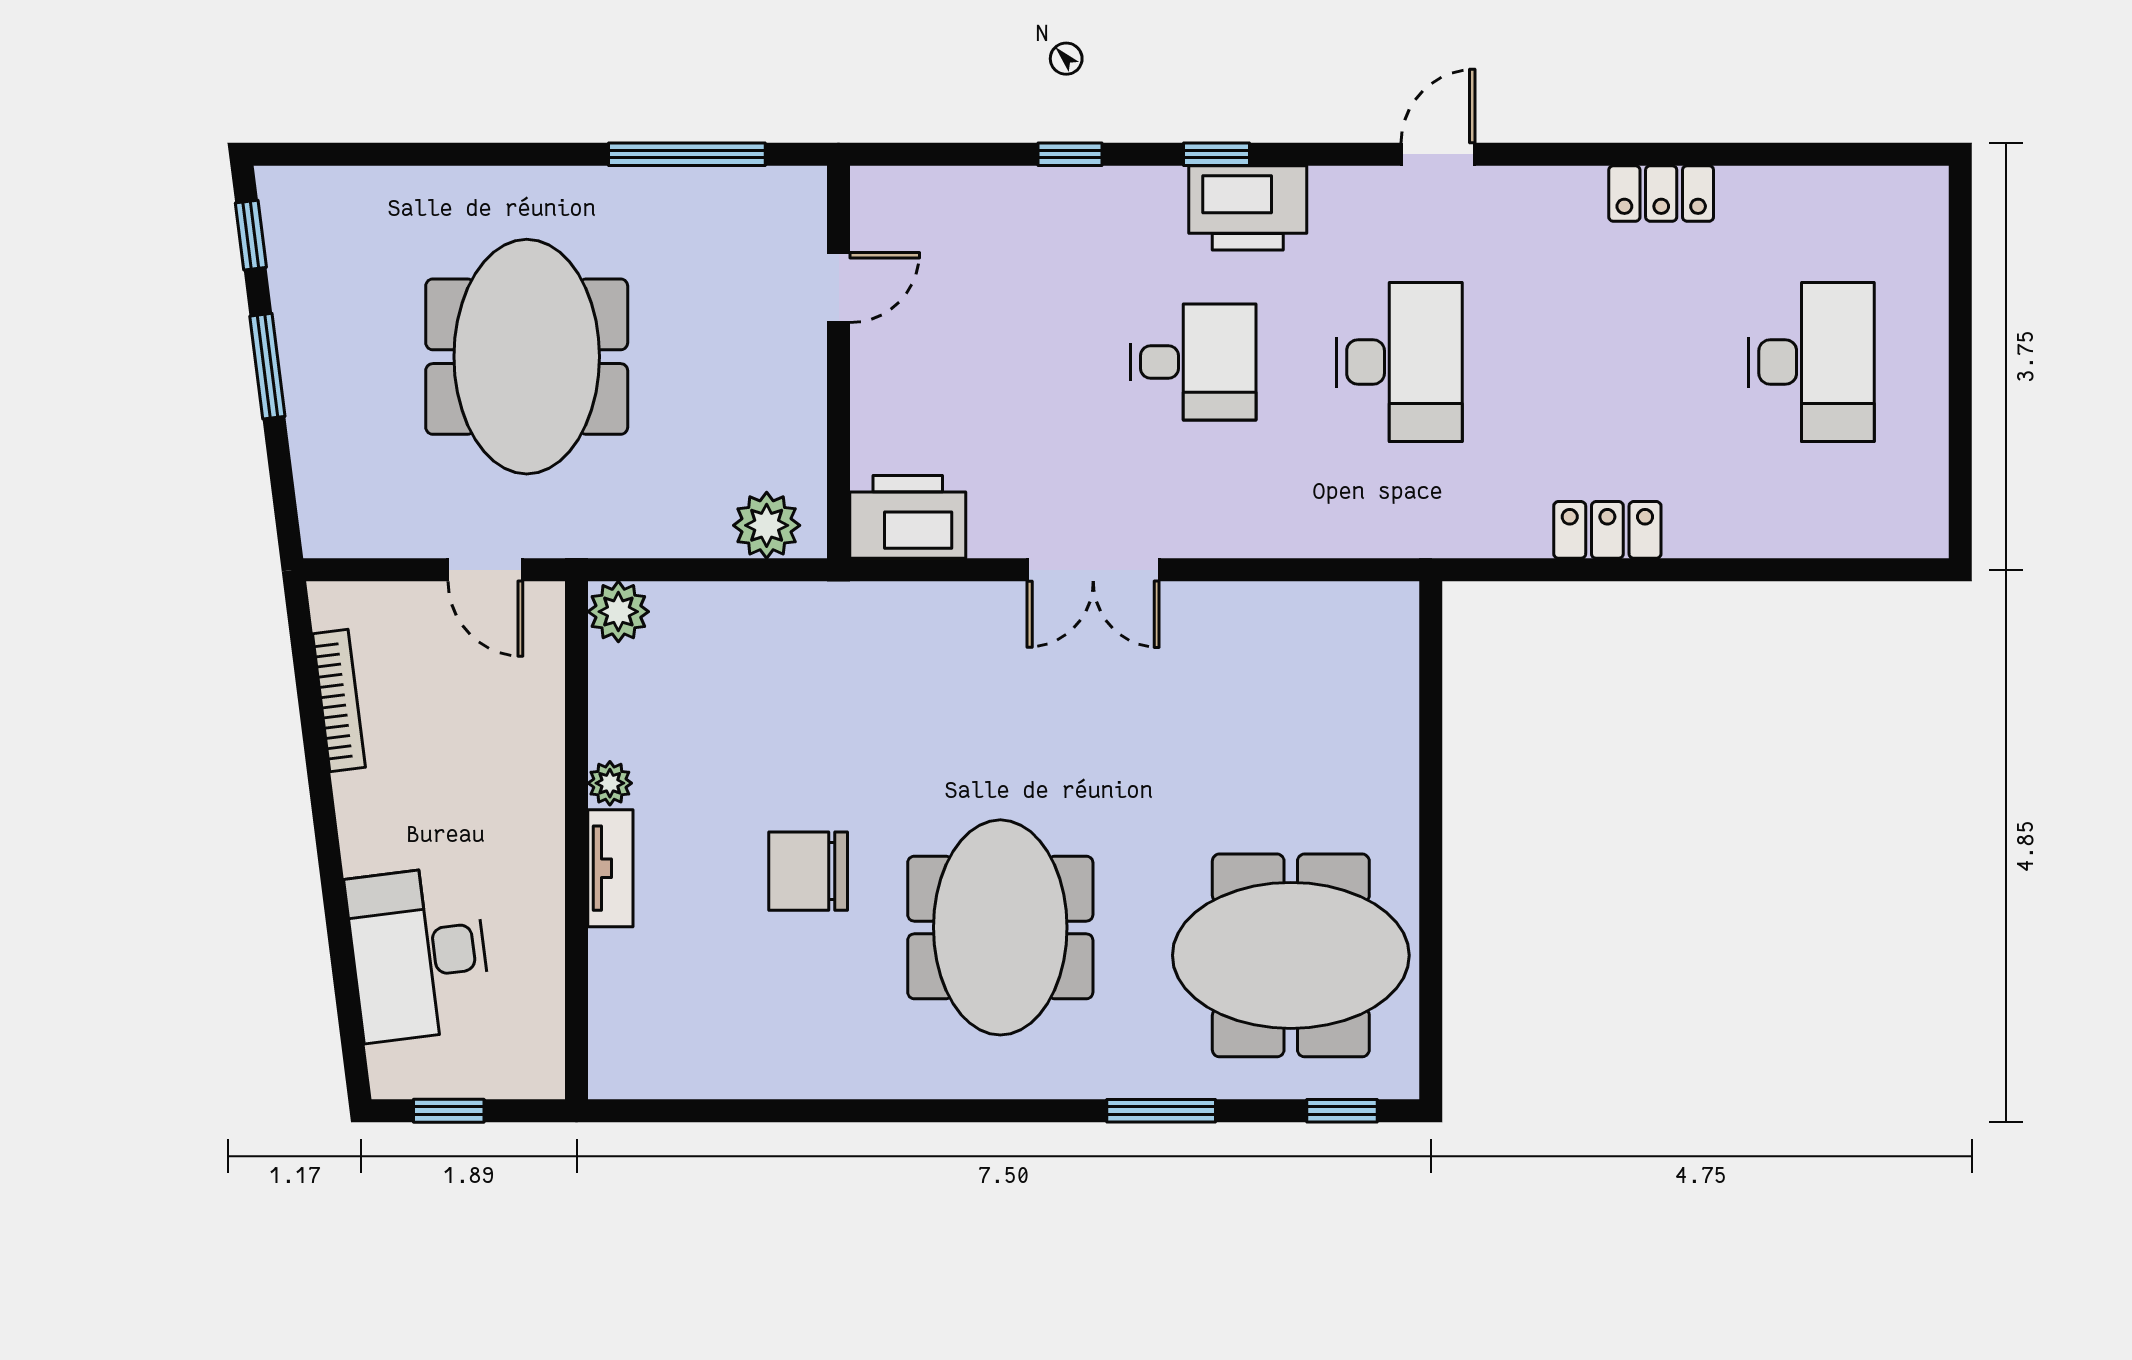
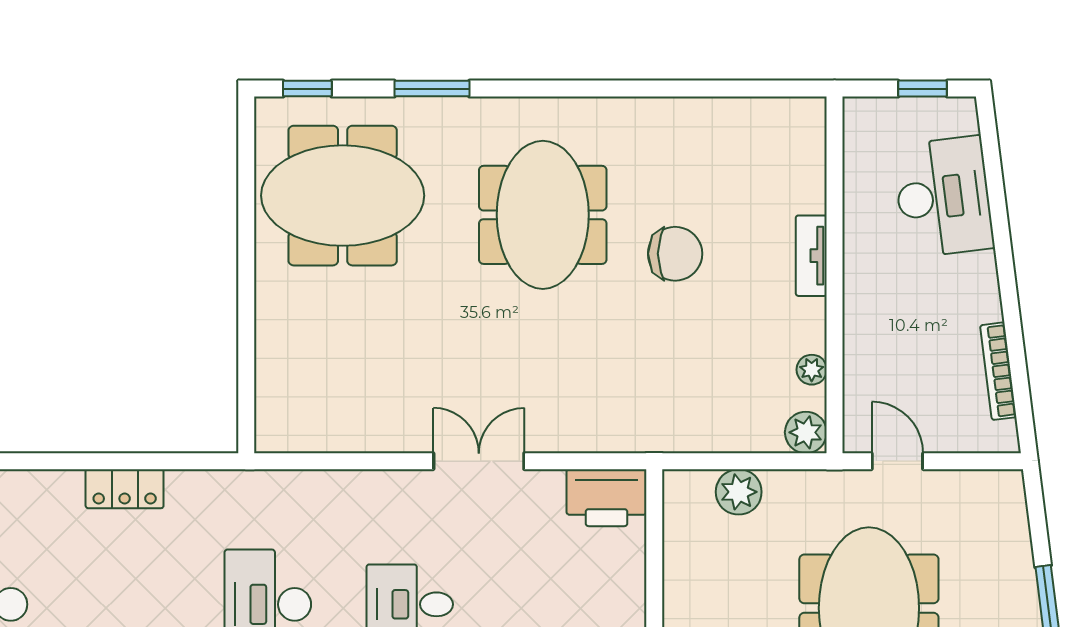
plant: (767, 525) -> (739, 492), moved
plant: (610, 783) -> (812, 370), moved

